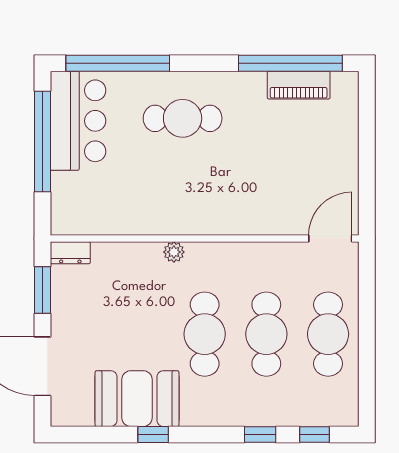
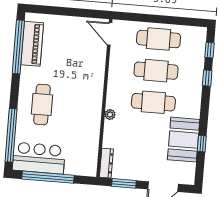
piano: (299, 85) -> (32, 44), width x1.37, depth x1.33
dresser: (70, 253) -> (106, 163), width x1.44
window: (153, 435) -> (202, 144), moved

